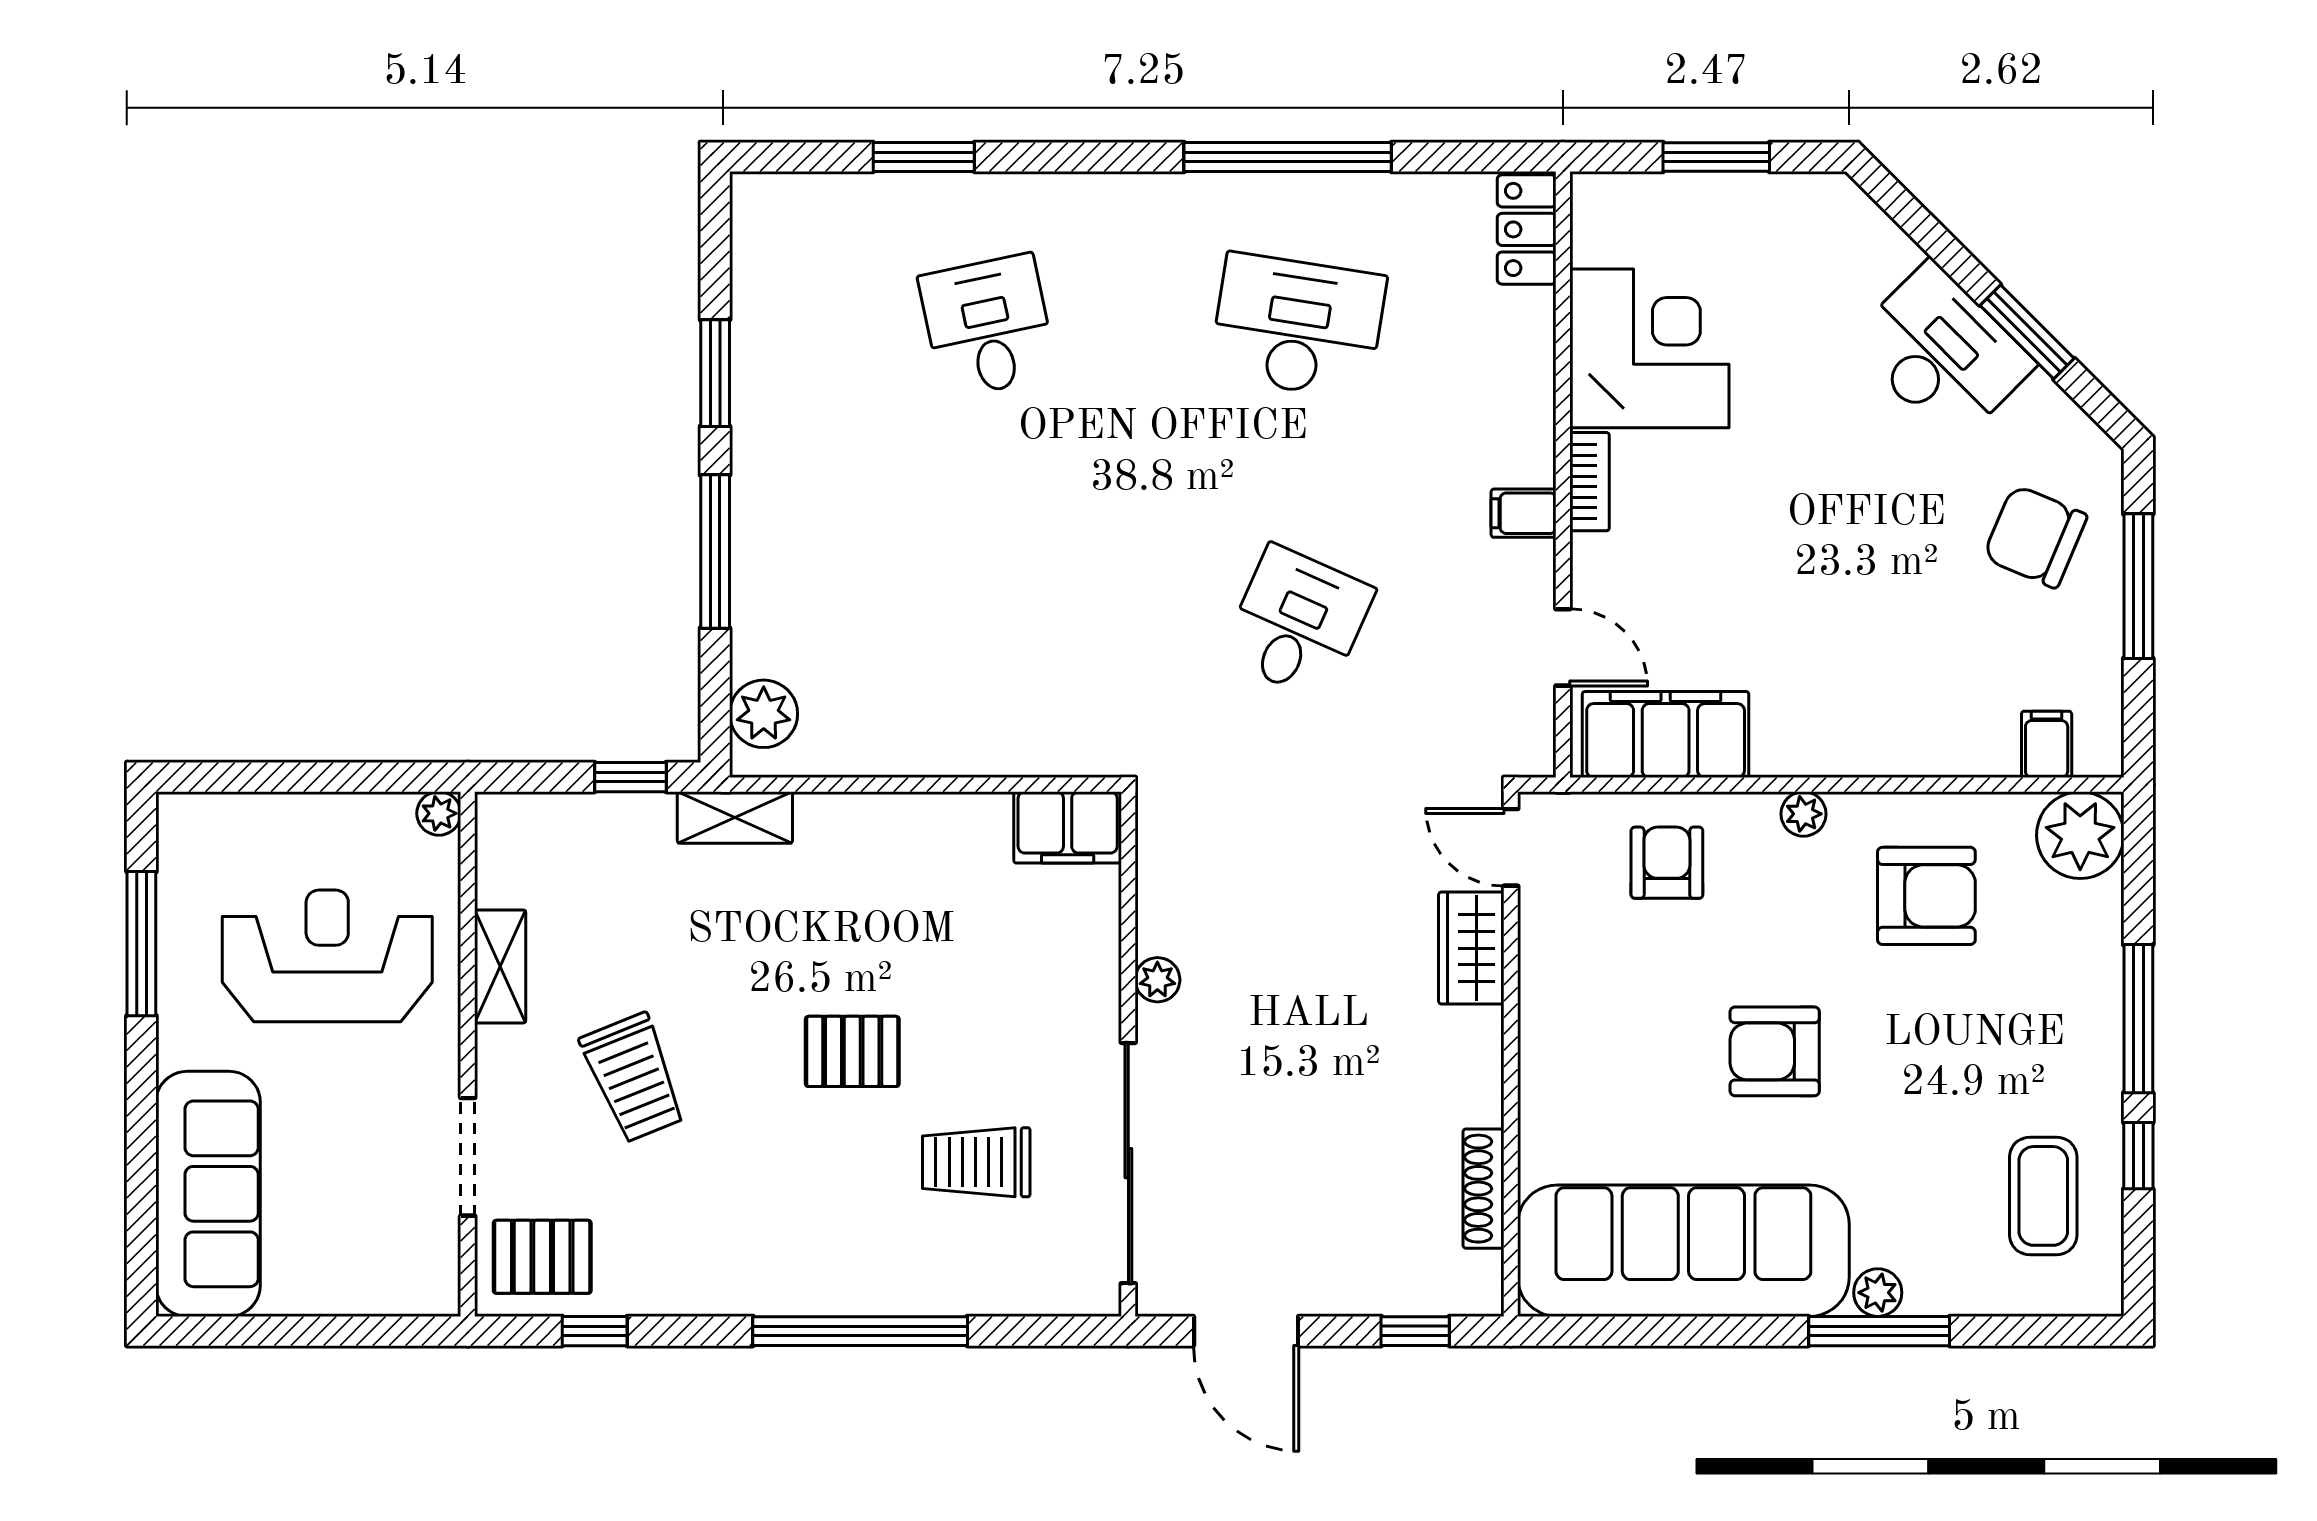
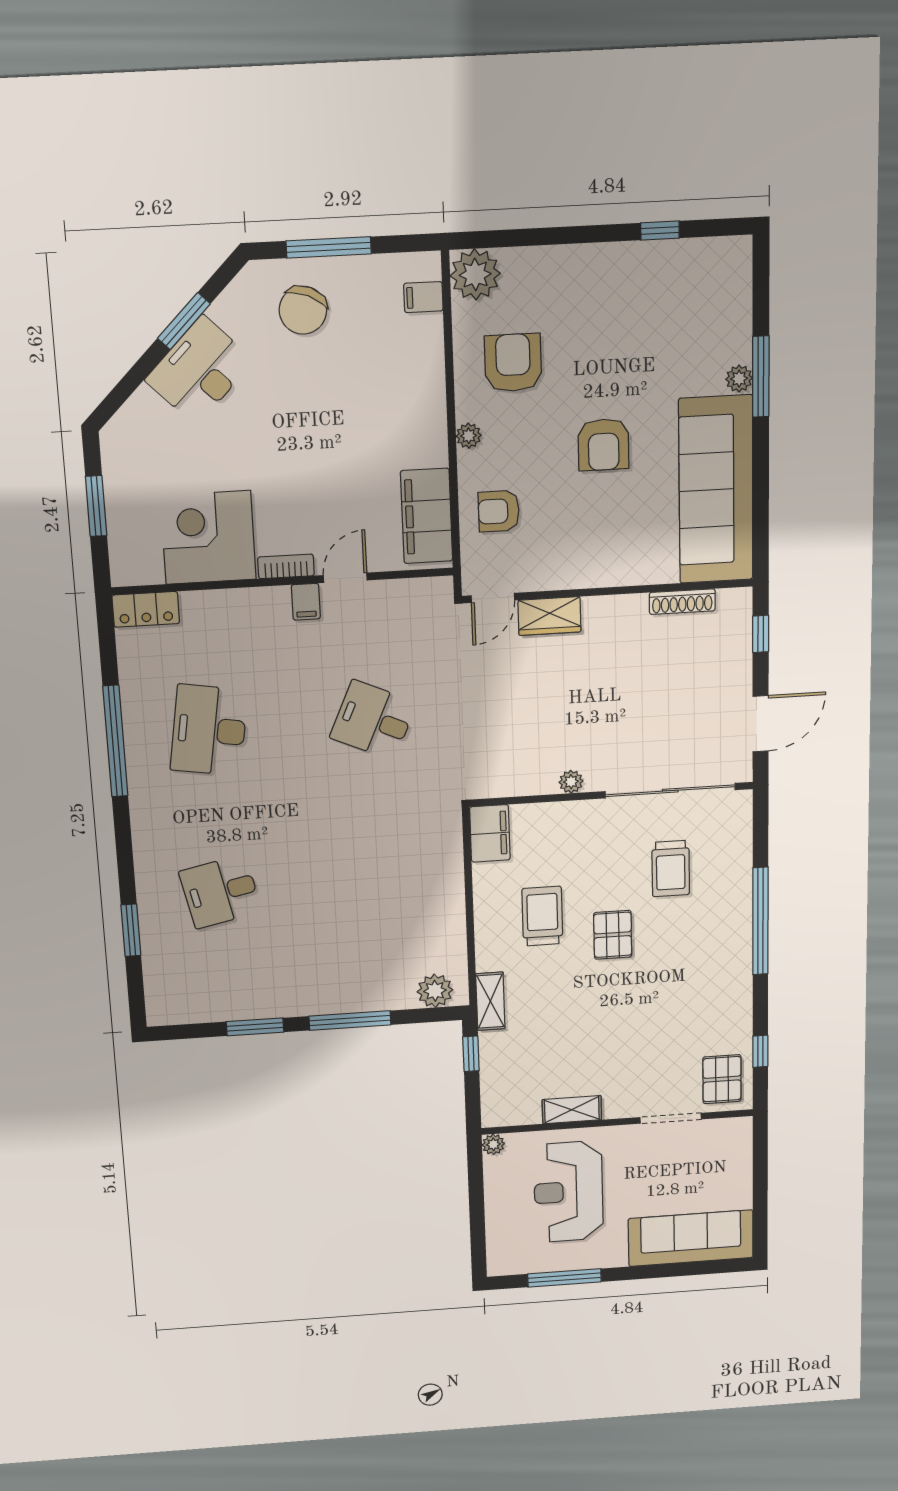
door: (1563, 647) -> (345, 578), moved
window: (2138, 1019) -> (581, 235), removed
trolley: (633, 1078) -> (542, 916), moved, turned -68
coffee table: (2043, 1196) -> (684, 286), removed

